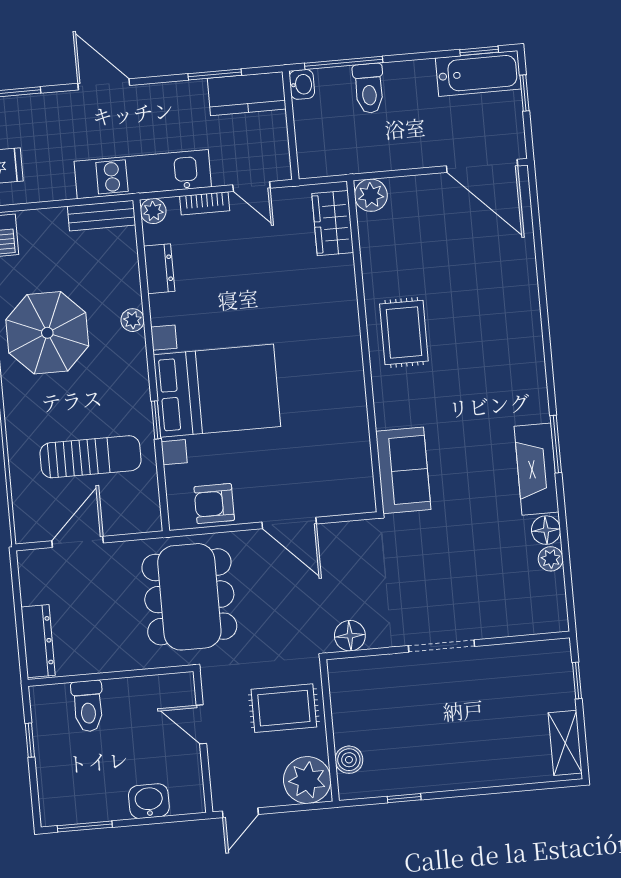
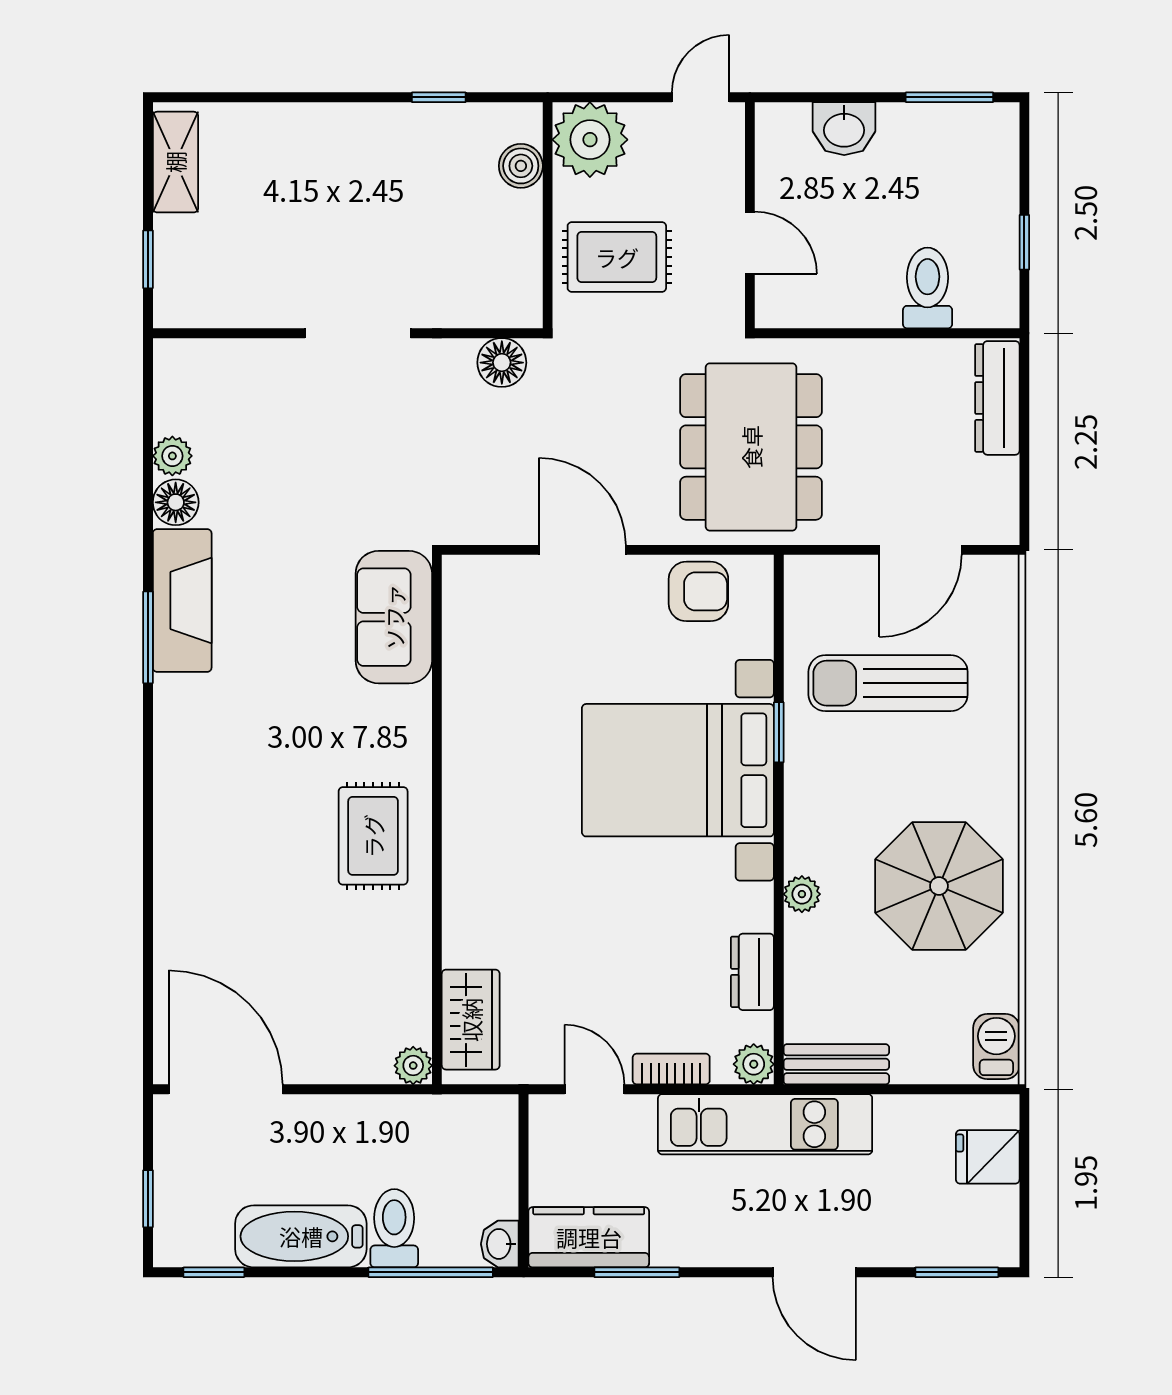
bathtub: (478, 73) -> (301, 1236), moved
plant: (371, 195) -> (413, 1066), width x0.73, depth x0.73

